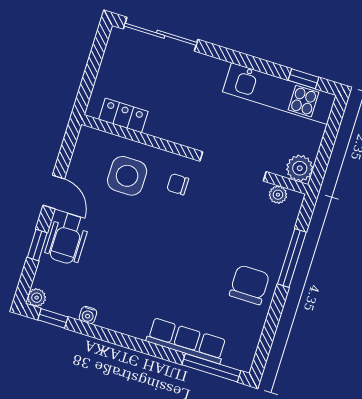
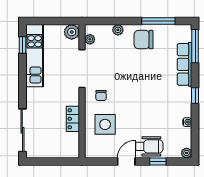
locker: (123, 115) -> (73, 119), moved
plant: (279, 247) -> (118, 30), added
window: (292, 258) -> (158, 21), moved
window: (53, 318) -> (195, 96), moved

